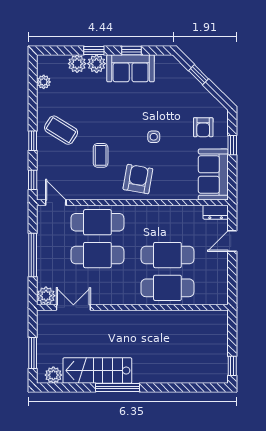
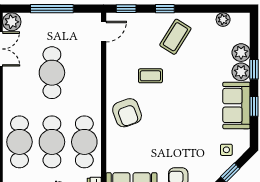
side table: (154, 137) -> (226, 150), moved
armchair: (138, 179) -> (127, 113), turned 60
cafe table: (97, 222) -> (84, 142), moved

